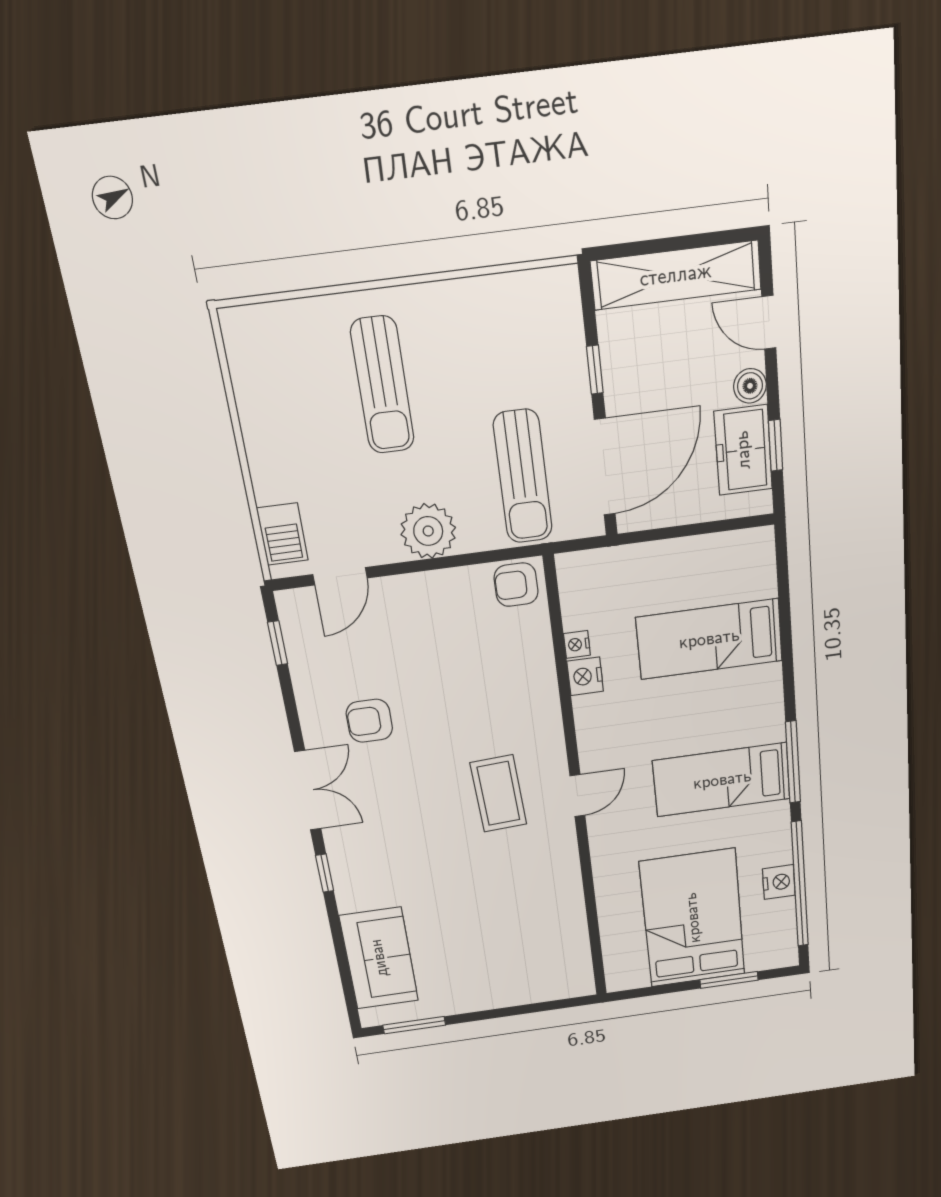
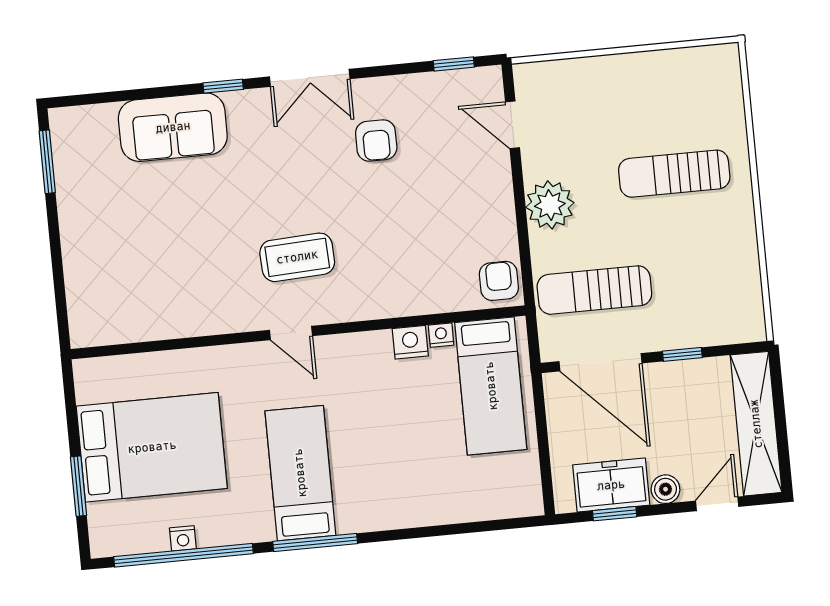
barbecue: (282, 534) -> (552, 78), removed
bed: (709, 639) -> (491, 386), moved, turned 180
armchair: (369, 721) -> (376, 140), turned 180
nightstand: (779, 882) -> (183, 538), width x0.72, depth x0.74
sofa: (379, 958) -> (173, 127), moved

